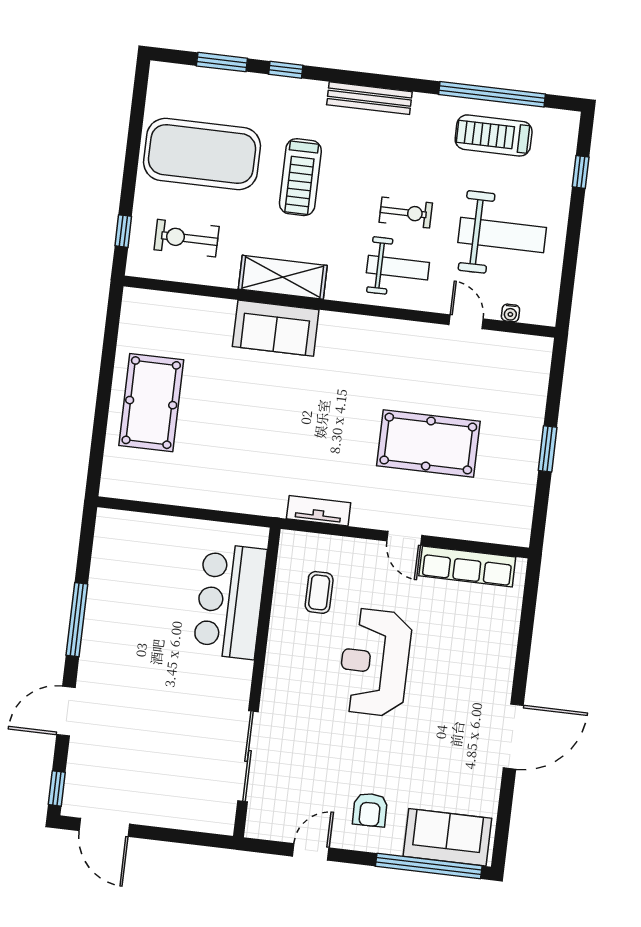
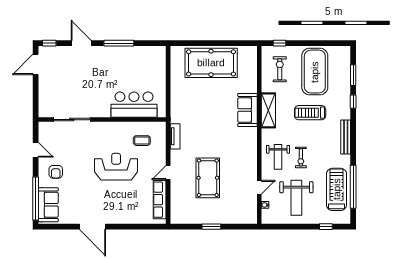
treadmill: (494, 135) -> (337, 189), width x1.37, depth x1.38
pool table: (151, 403) -> (211, 63), width x1.36, depth x1.32
armchair: (370, 810) -> (56, 172), turned -89

